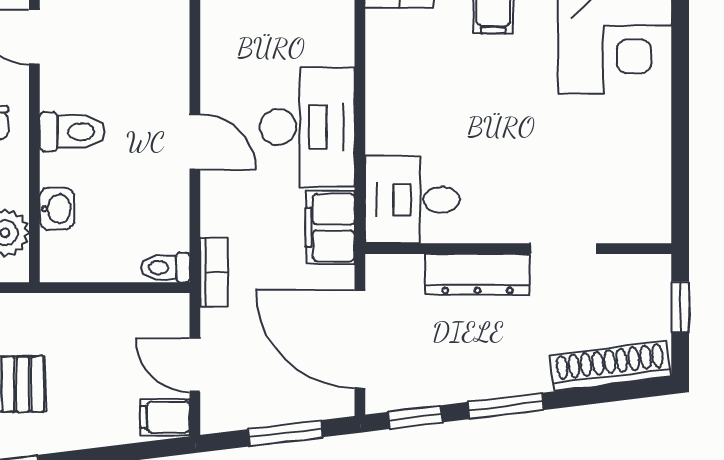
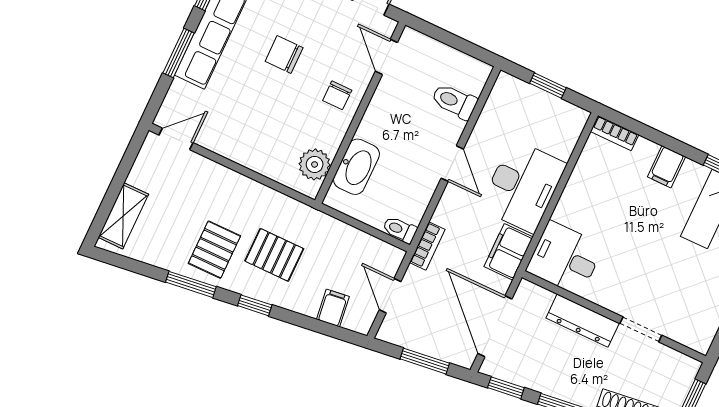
toilet: (72, 132) -> (454, 101), moved, turned 180
washbasin: (57, 209) -> (356, 167), width x1.91, depth x1.45
filing cabinet: (165, 417) -> (333, 308), moved, turned 83

